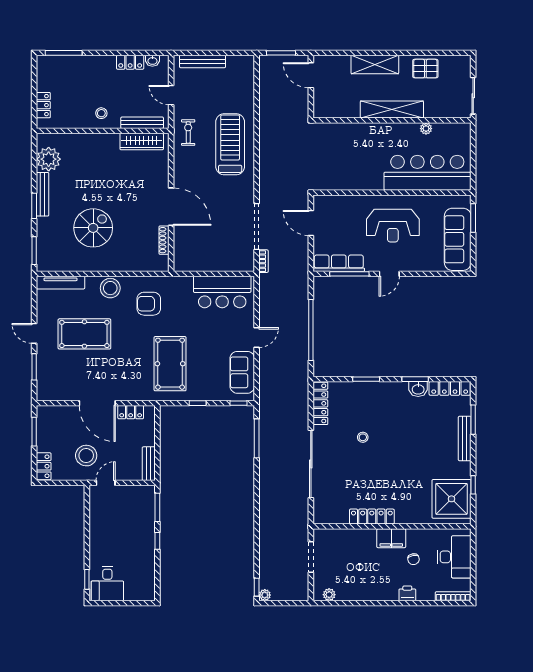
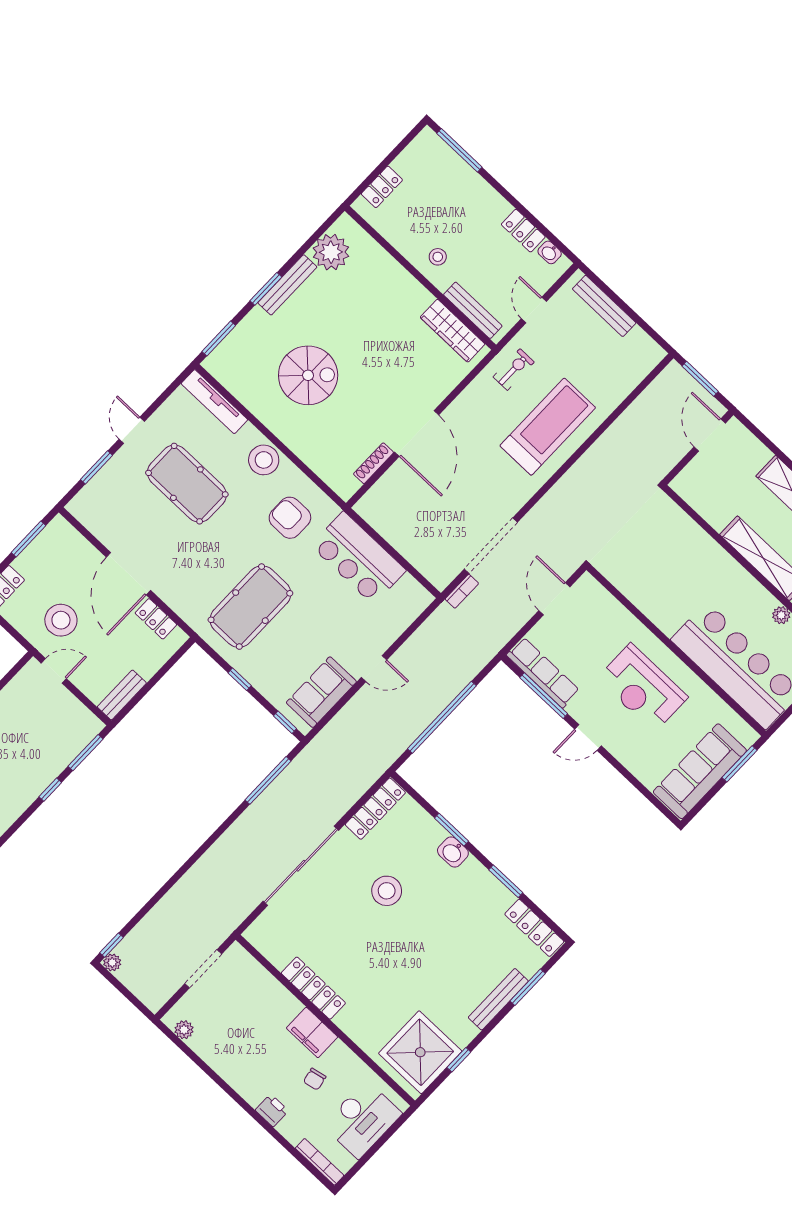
bar counter: (222, 292) -> (358, 558), moved
washbasin: (418, 389) -> (453, 852), moved
stool: (363, 437) -> (387, 891), width x1.89, depth x1.89

